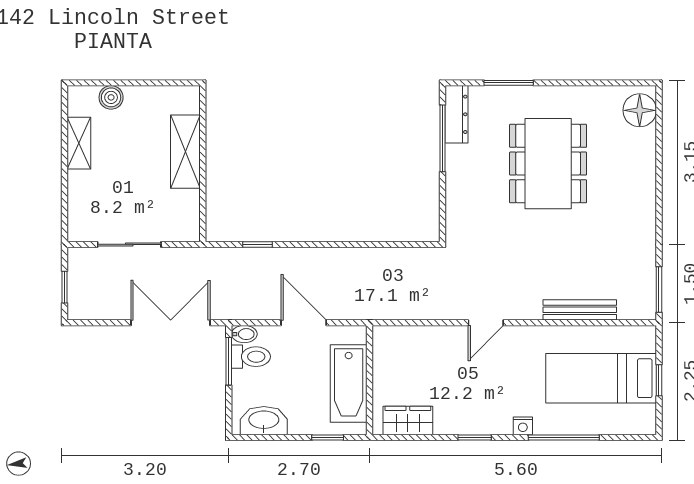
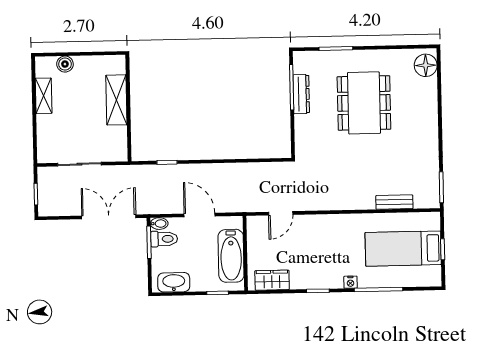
dresser: (456, 114) -> (301, 94), moved
bench: (580, 310) -> (394, 202), width x0.73
door: (486, 323) -> (281, 213), moved

